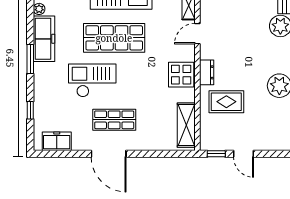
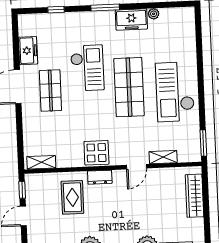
door: (197, 34) -> (137, 167), swing flipped
freezer: (44, 39) -> (131, 19), width x0.71
shelving: (186, 125) -> (41, 162), width x0.67, depth x0.75
freezer: (57, 141) -> (28, 51), moved

